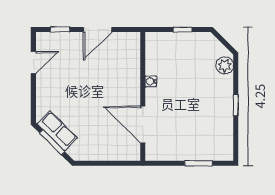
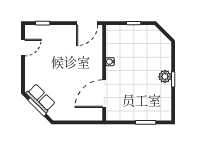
door: (98, 29) -> (87, 23), moved
plant: (225, 65) -> (165, 77), moved
door: (143, 125) -> (104, 94), hinge flipped

